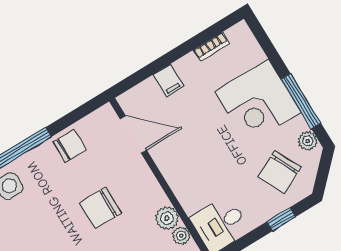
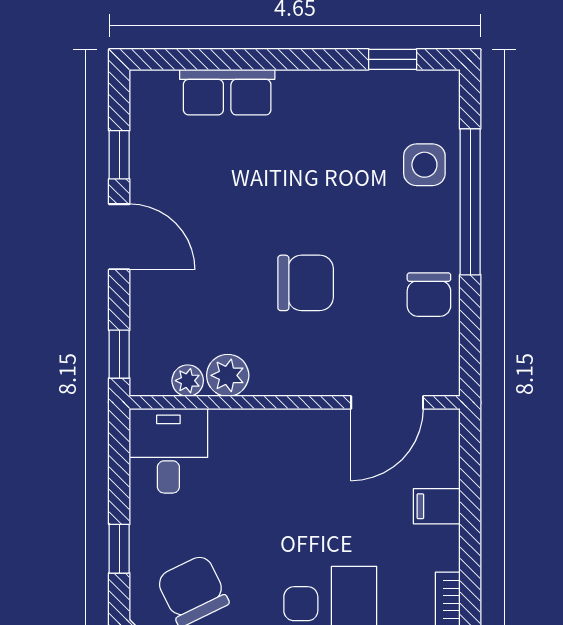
chair: (100, 208) -> (306, 283), turned 90

